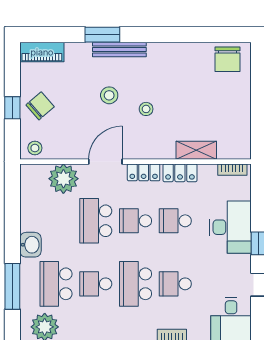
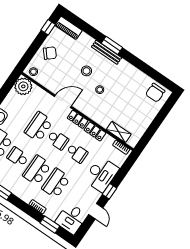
window: (102, 35) -> (112, 45), moved
window: (12, 108) -> (48, 27), moved
shelving: (196, 150) -> (119, 132), moved
plant: (63, 179) -> (23, 86), moved
school desk: (136, 221) -> (58, 140), turned 180
school desk: (175, 221) -> (77, 153), turned 180
school desk: (175, 284) -> (56, 183), width x1.85

